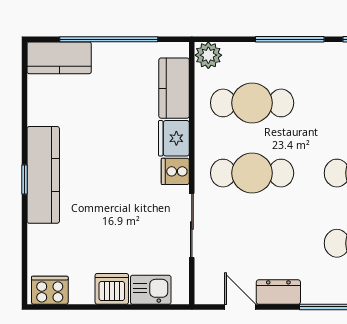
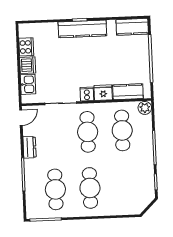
kitchen counter: (59, 58) -> (132, 27), moved, turned -90
cooker: (50, 290) -> (26, 47), moved
door: (240, 307) -> (21, 118), moved

